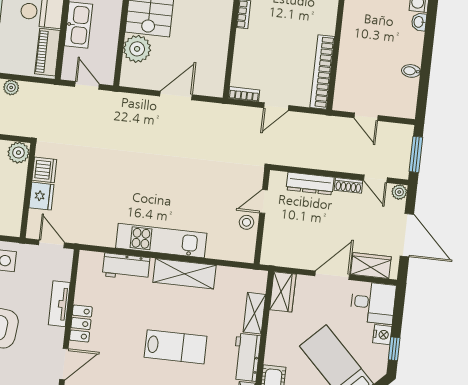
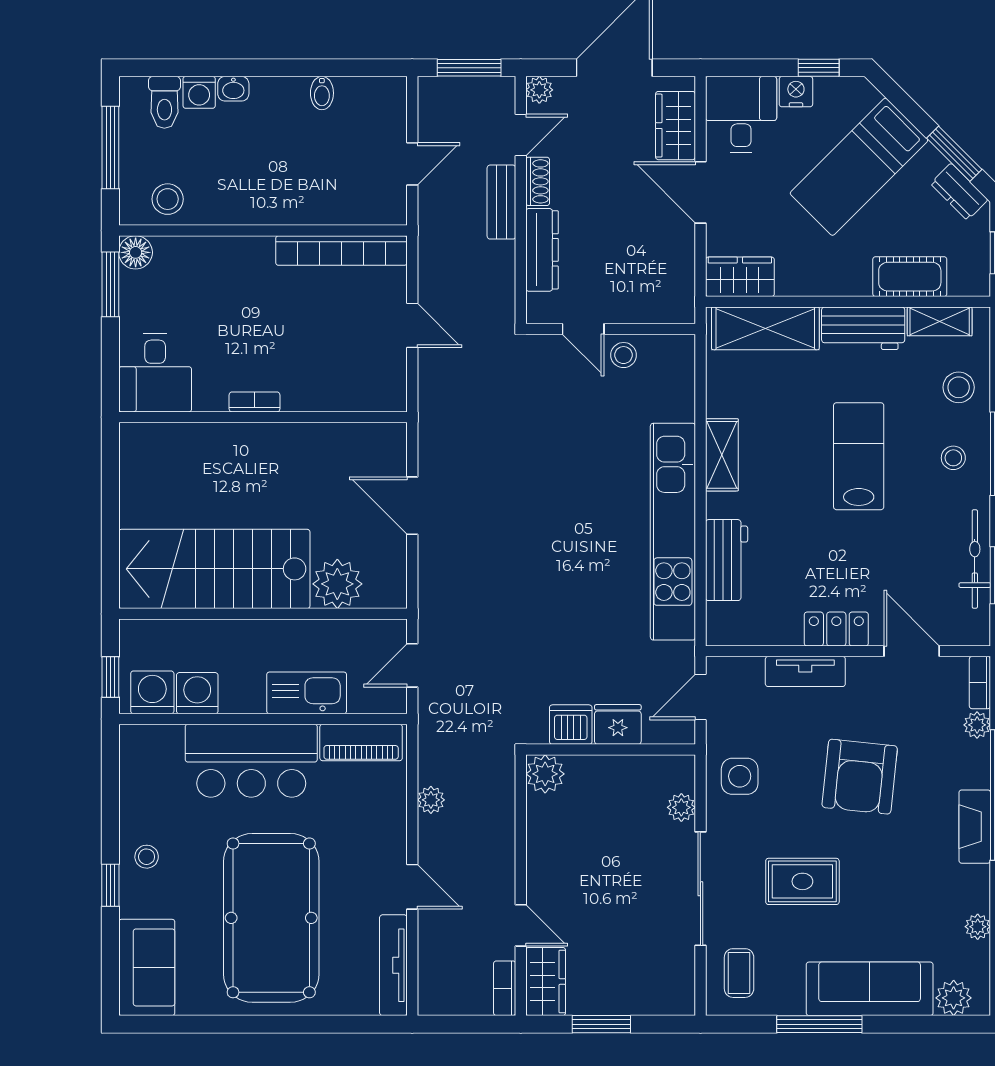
bookcase: (244, 94) -> (396, 385), removed
bench: (339, 164) -> (501, 202), added
kitchen unit: (161, 241) -> (673, 532), width x1.36
shelving: (185, 274) -> (722, 455), width x0.67, depth x0.75
shelving: (254, 313) -> (765, 328), width x1.50, depth x1.33

